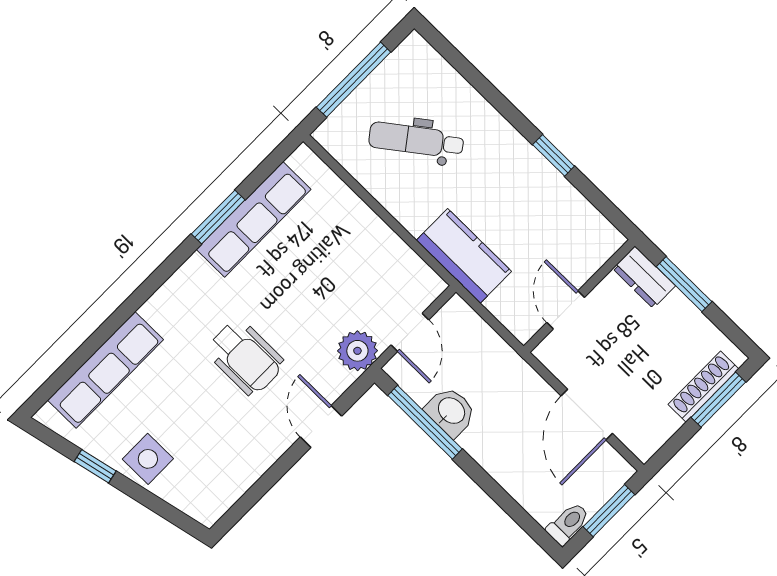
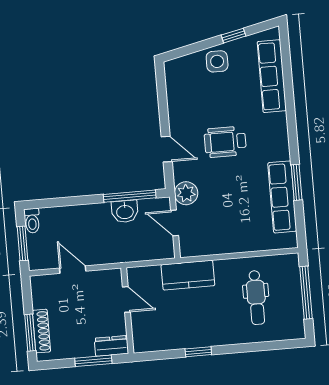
dental chair: (416, 140) -> (256, 298), turned 127
door: (587, 415) -> (73, 270), width x0.73

